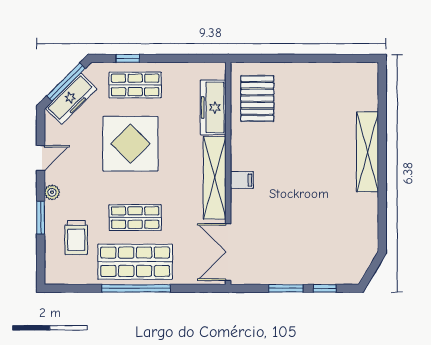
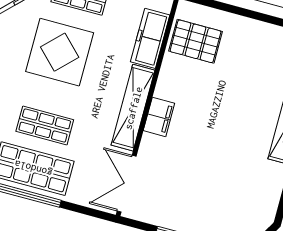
pallet: (257, 98) -> (196, 41), turned 90
filing cabinet: (242, 180) -> (159, 117), width x2.00

